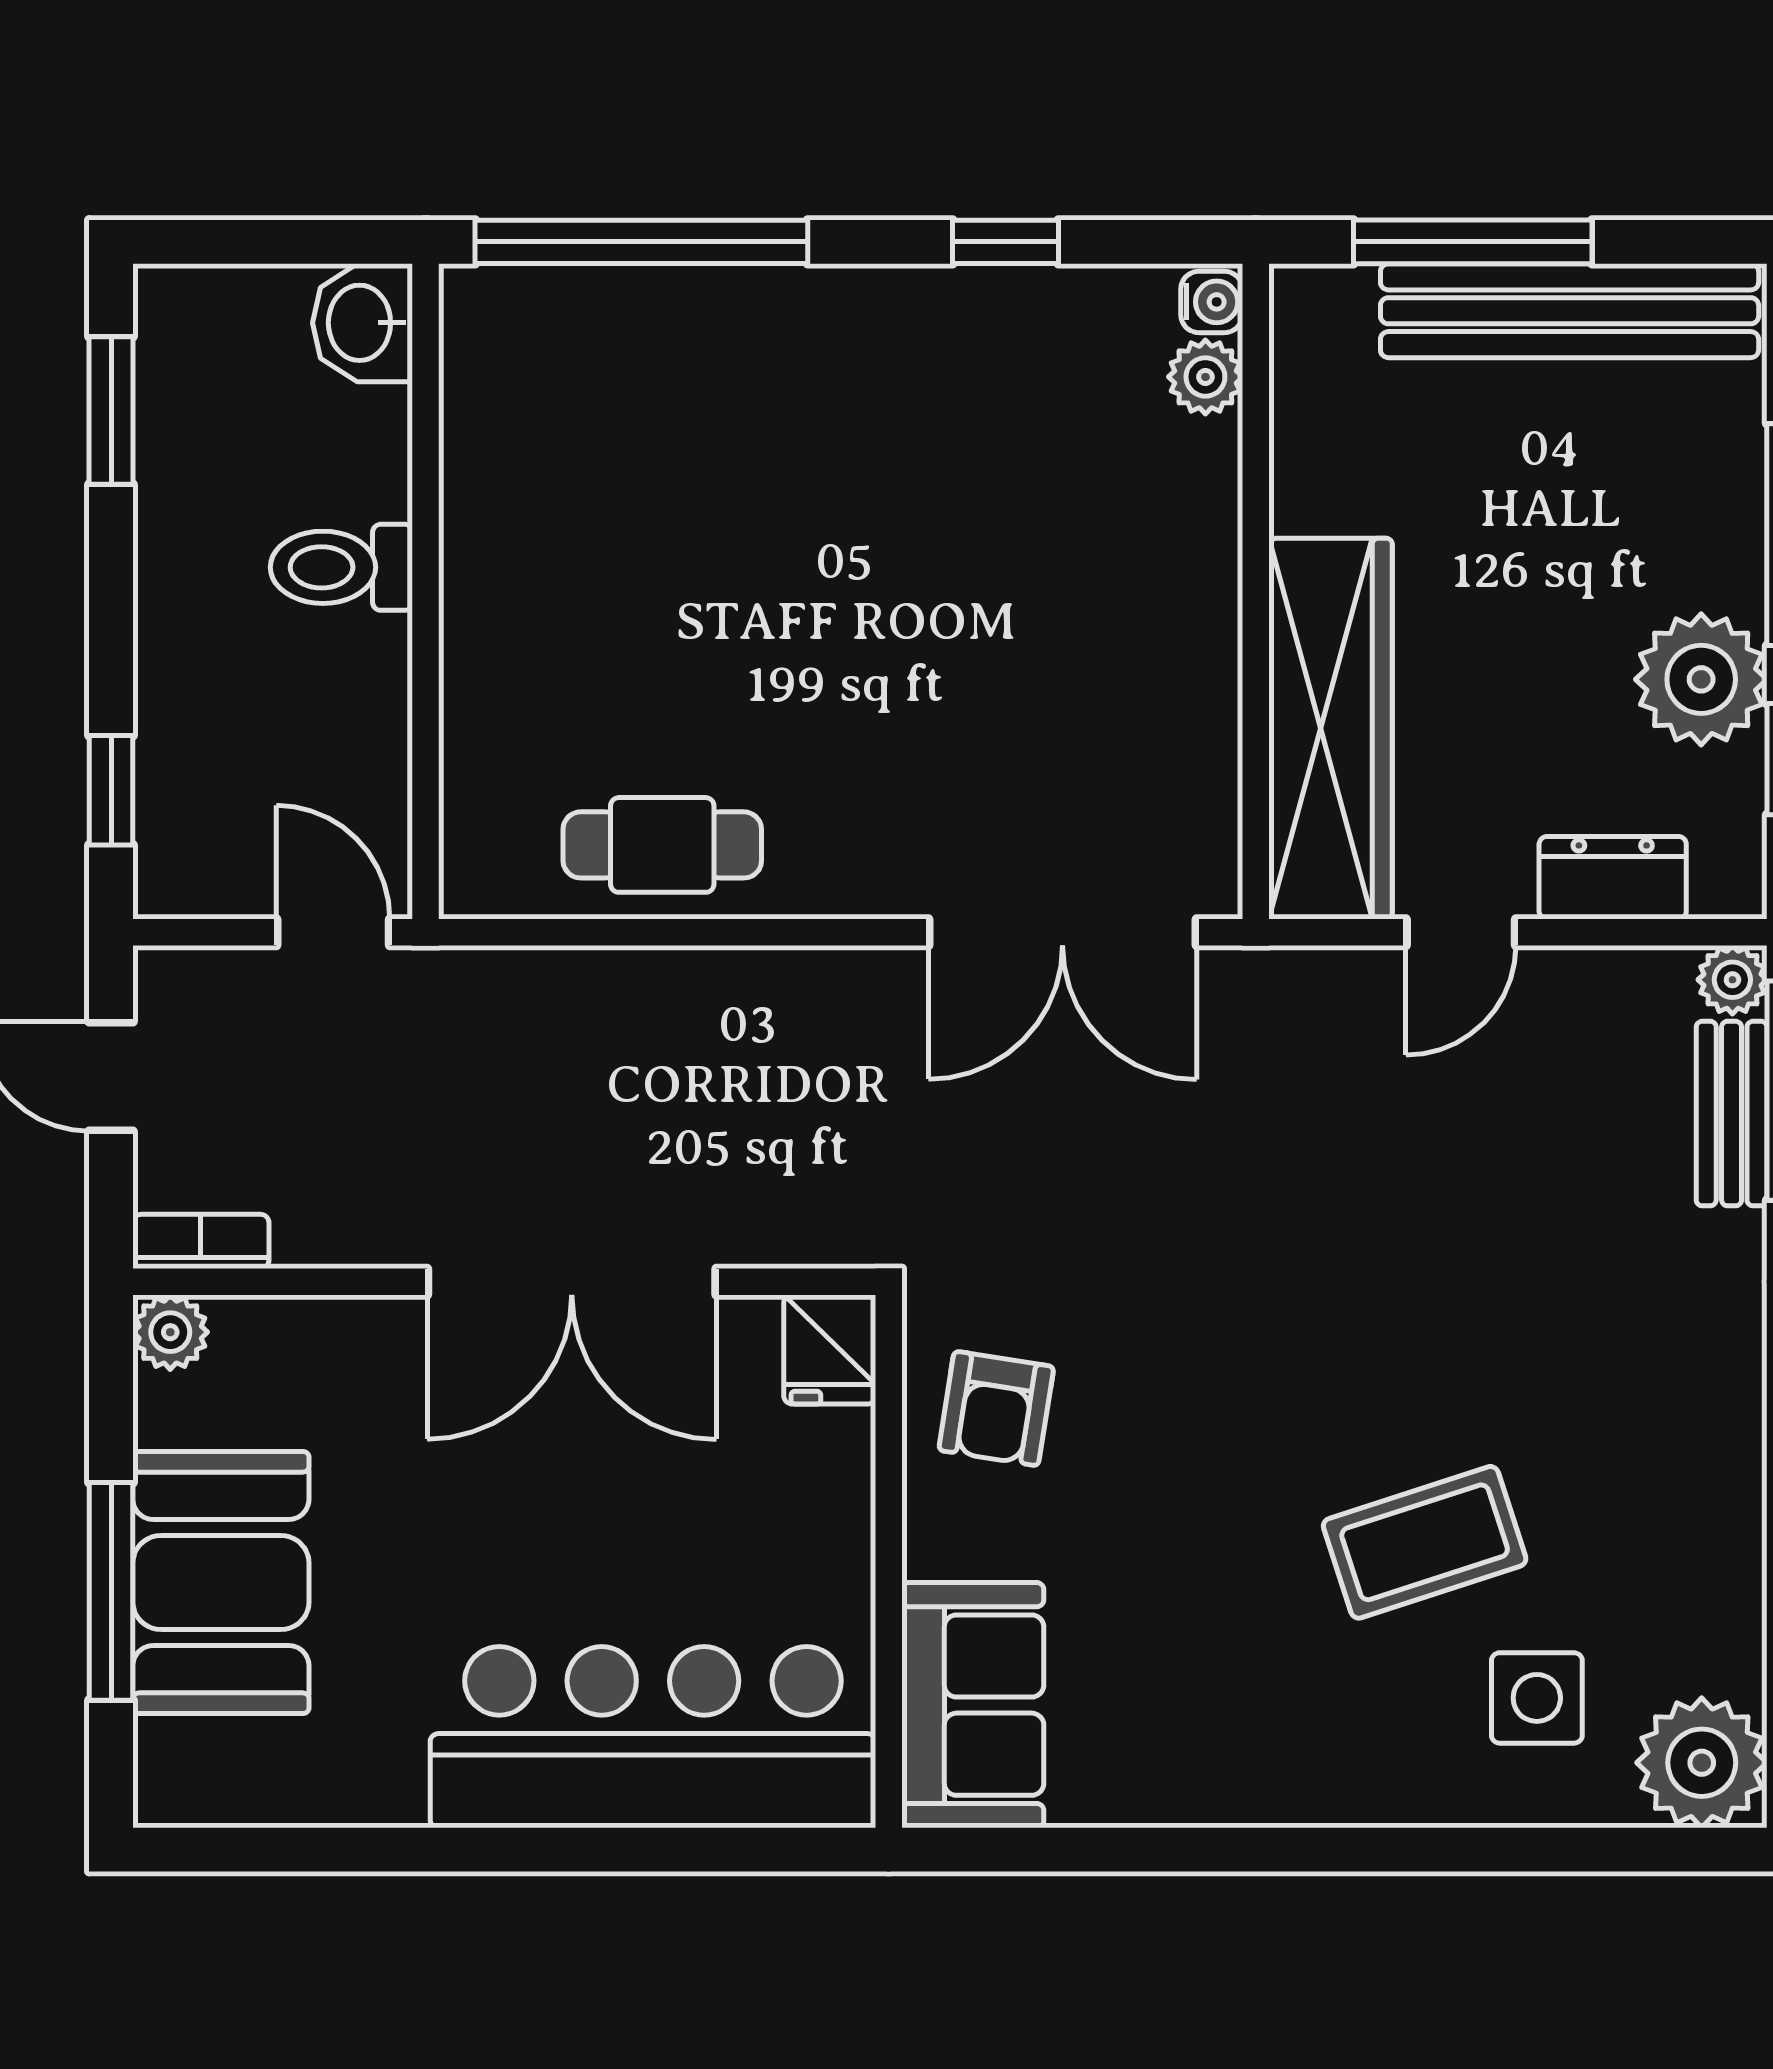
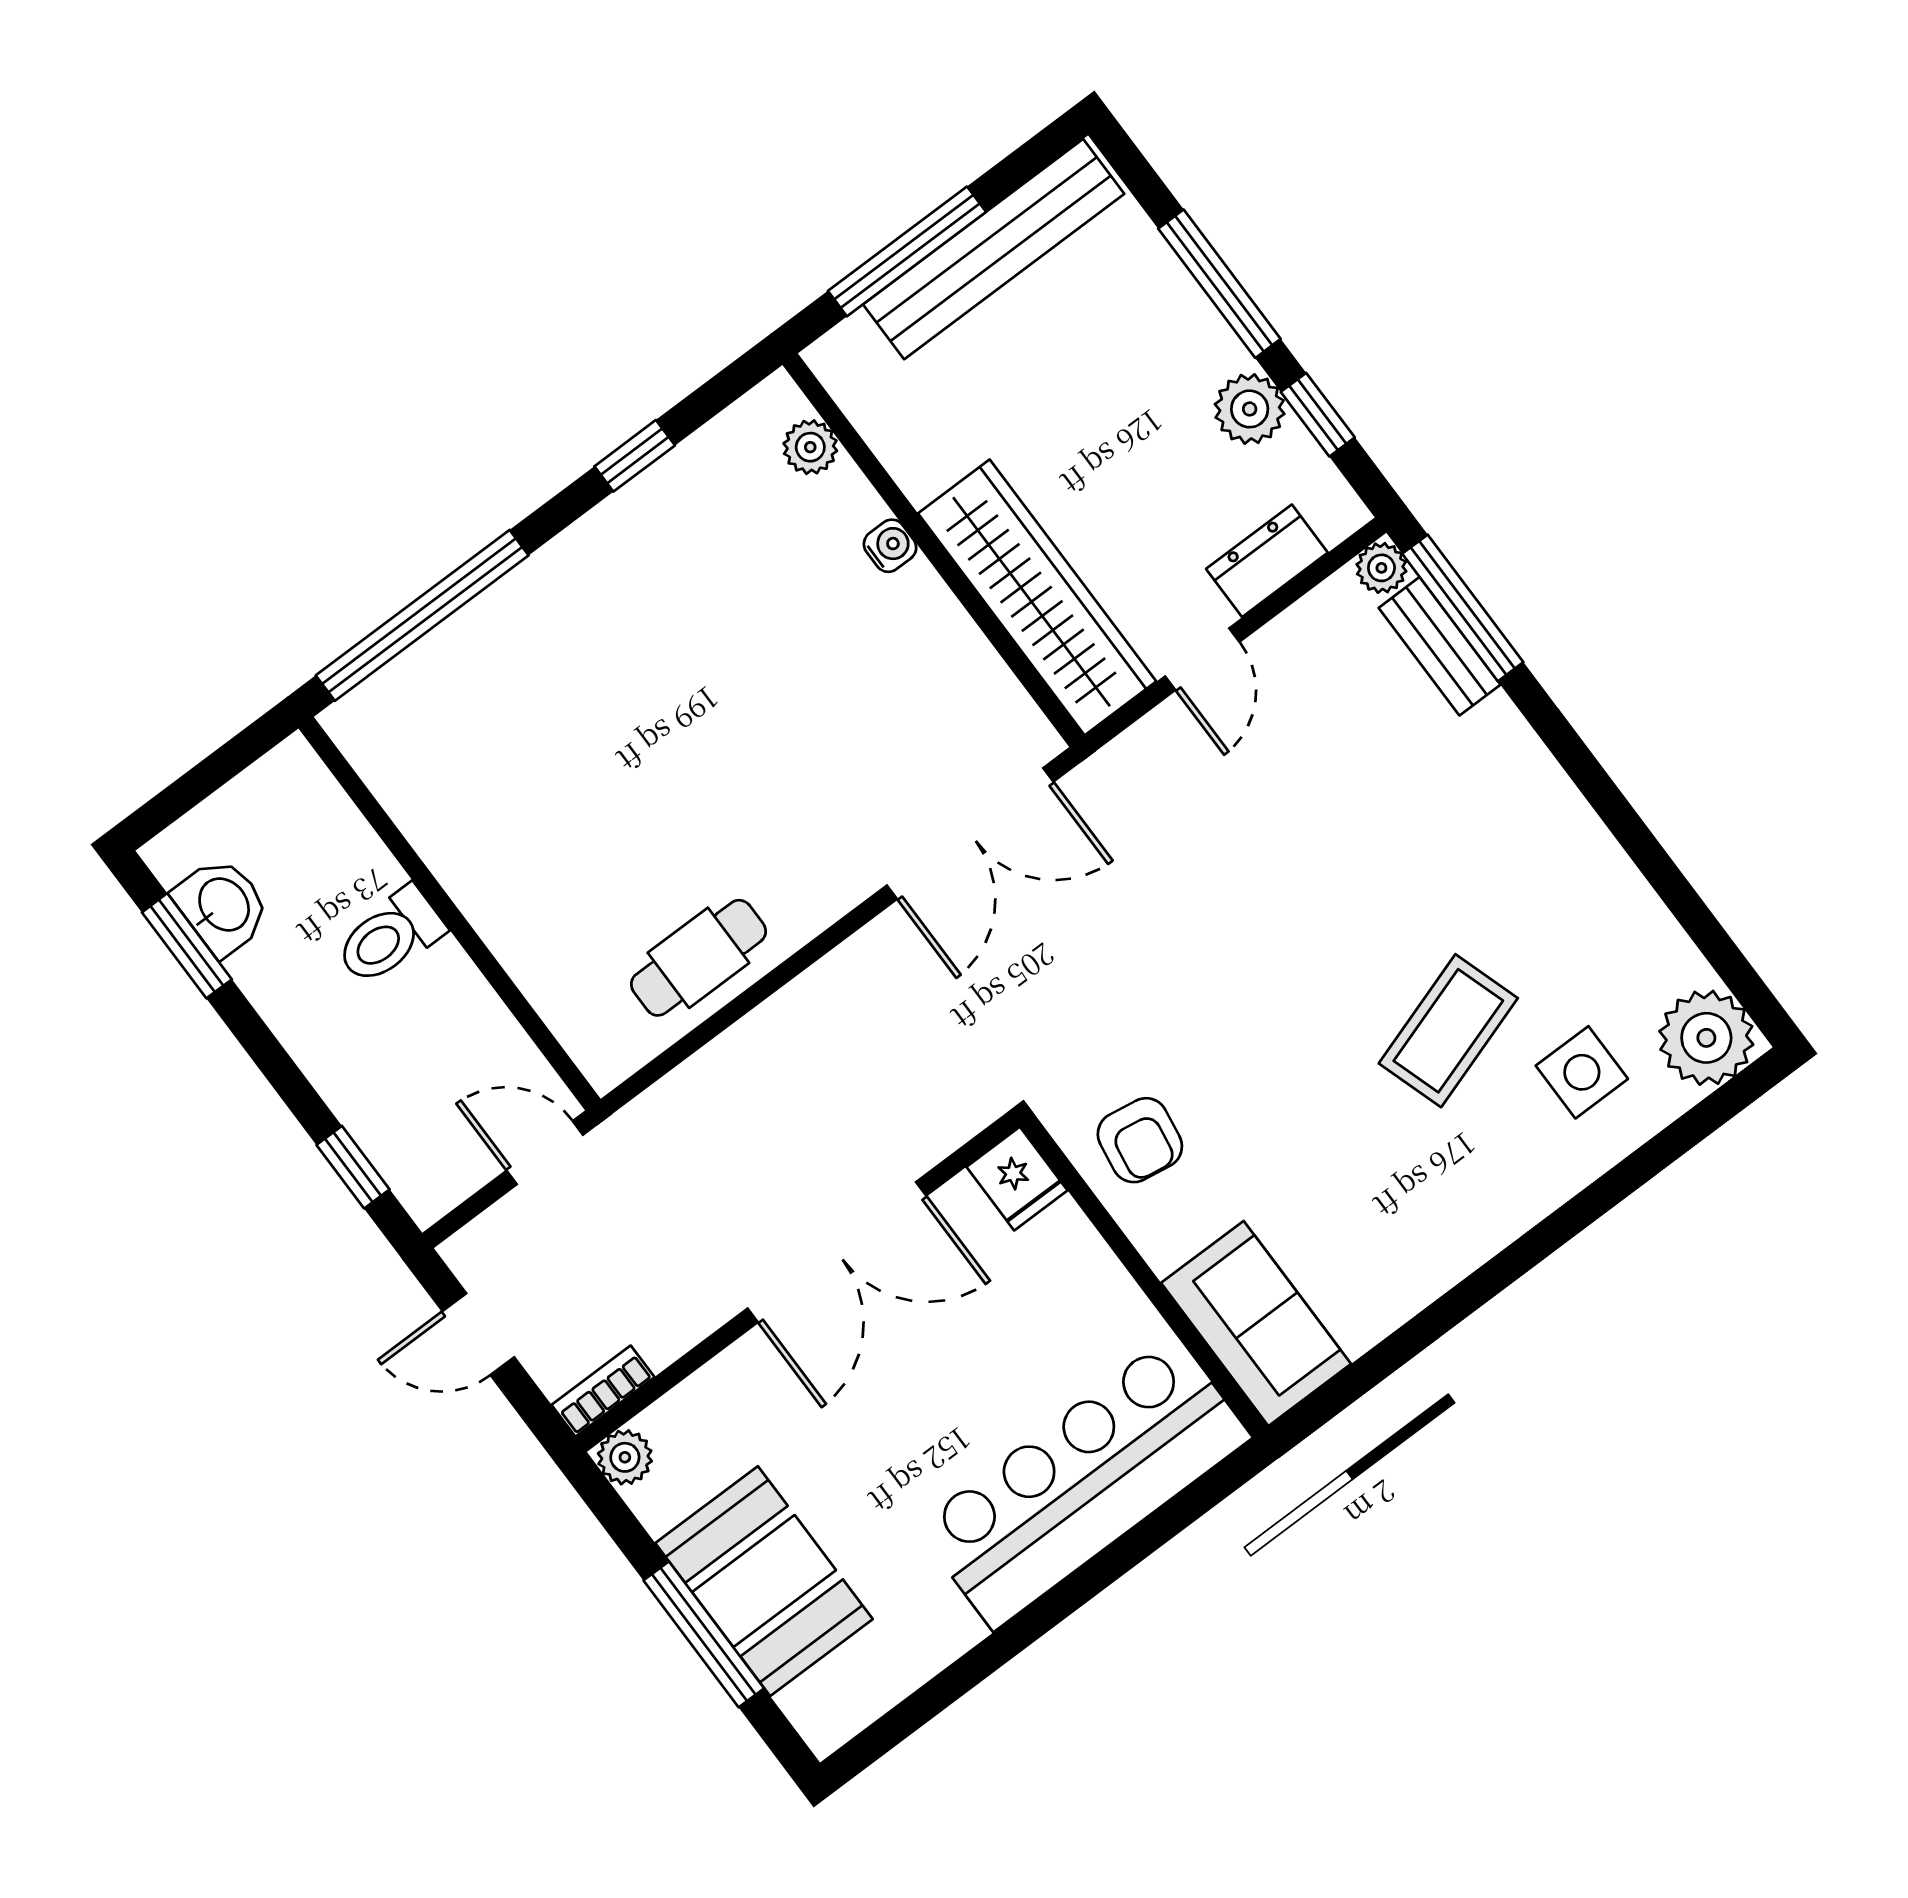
water cooler: (1212, 302) -> (890, 546), moved
washbasin: (362, 323) -> (222, 906), moved, turned 180
plant: (1701, 679) -> (1250, 409), width x0.73, depth x0.73

